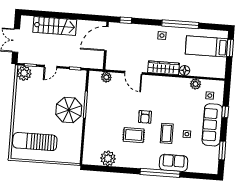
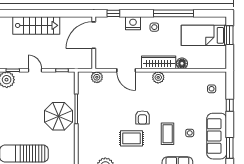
nightstand: (143, 31) -> (133, 23), added
door: (51, 67) -> (35, 70), swing flipped
plant: (196, 84) -> (158, 77), moved
sofa: (212, 125) -> (217, 136), moved

